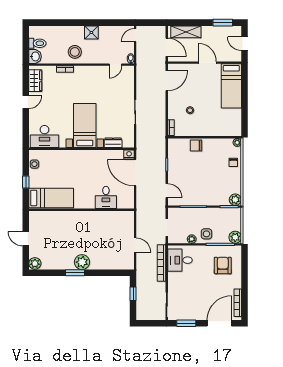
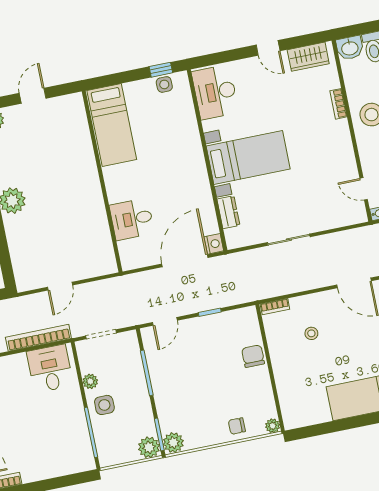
window: (26, 182) -> (161, 70), moved
plant: (235, 237) -> (149, 447), moved
armchair: (223, 265) -> (56, 444), removed

